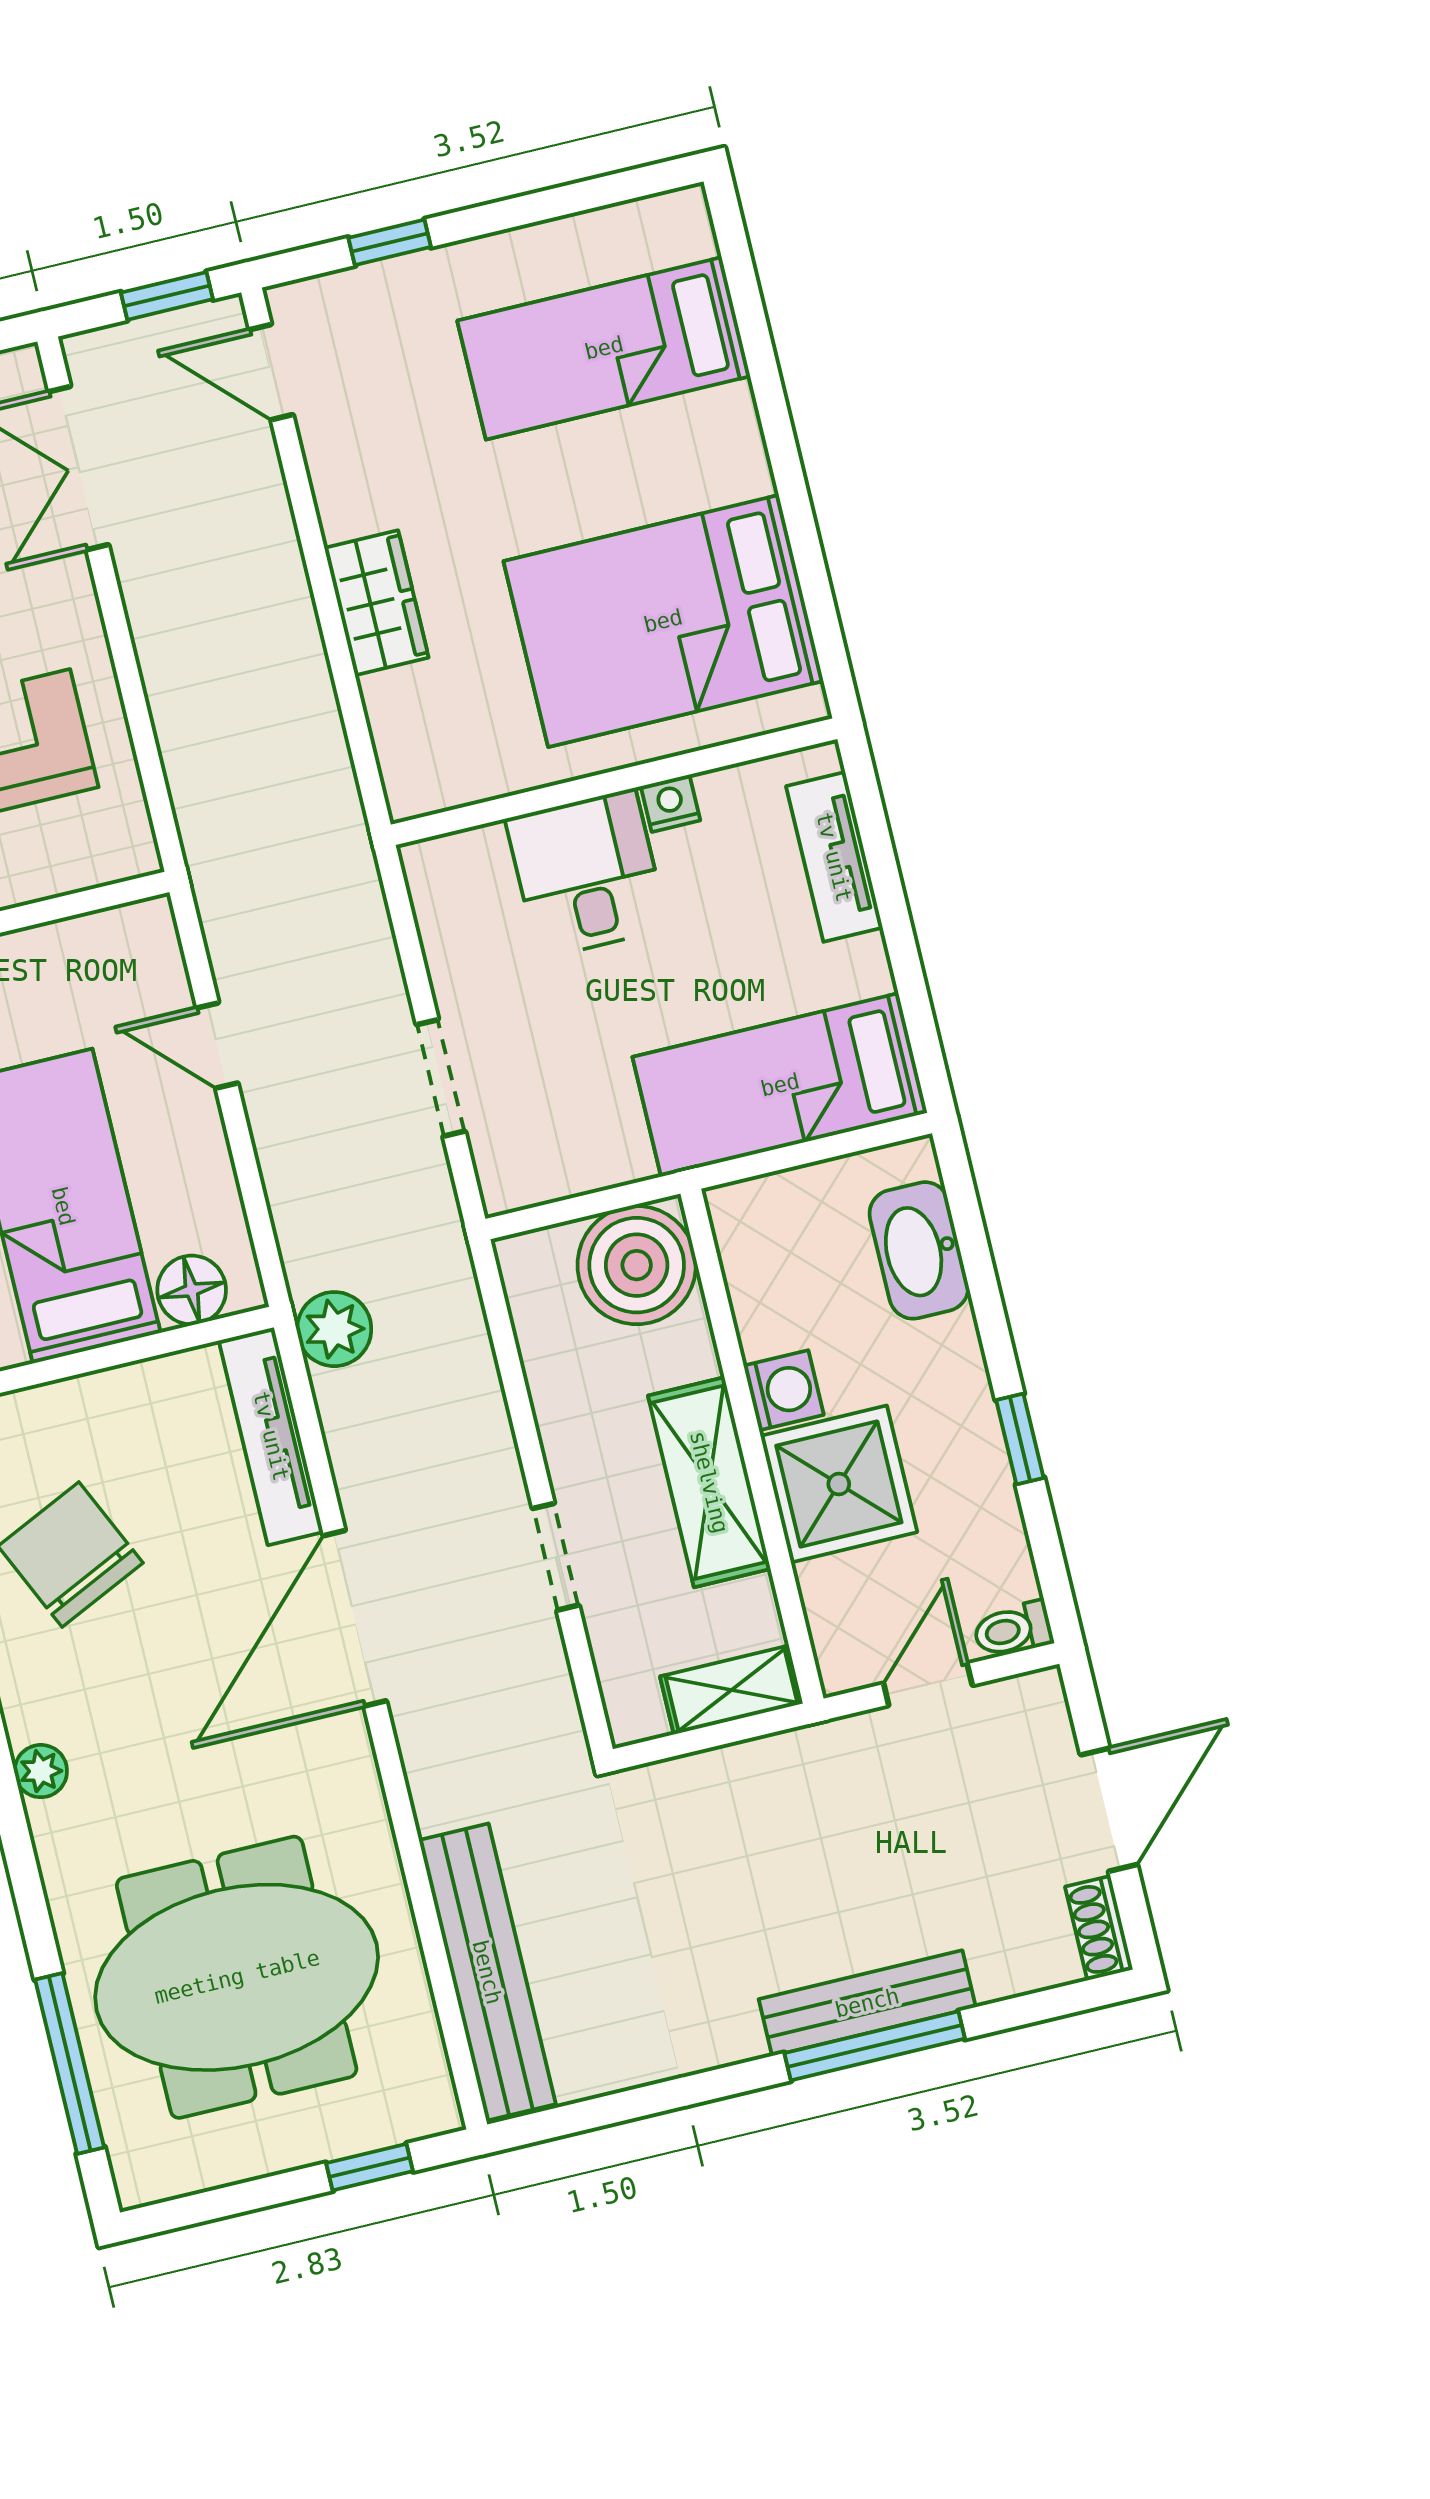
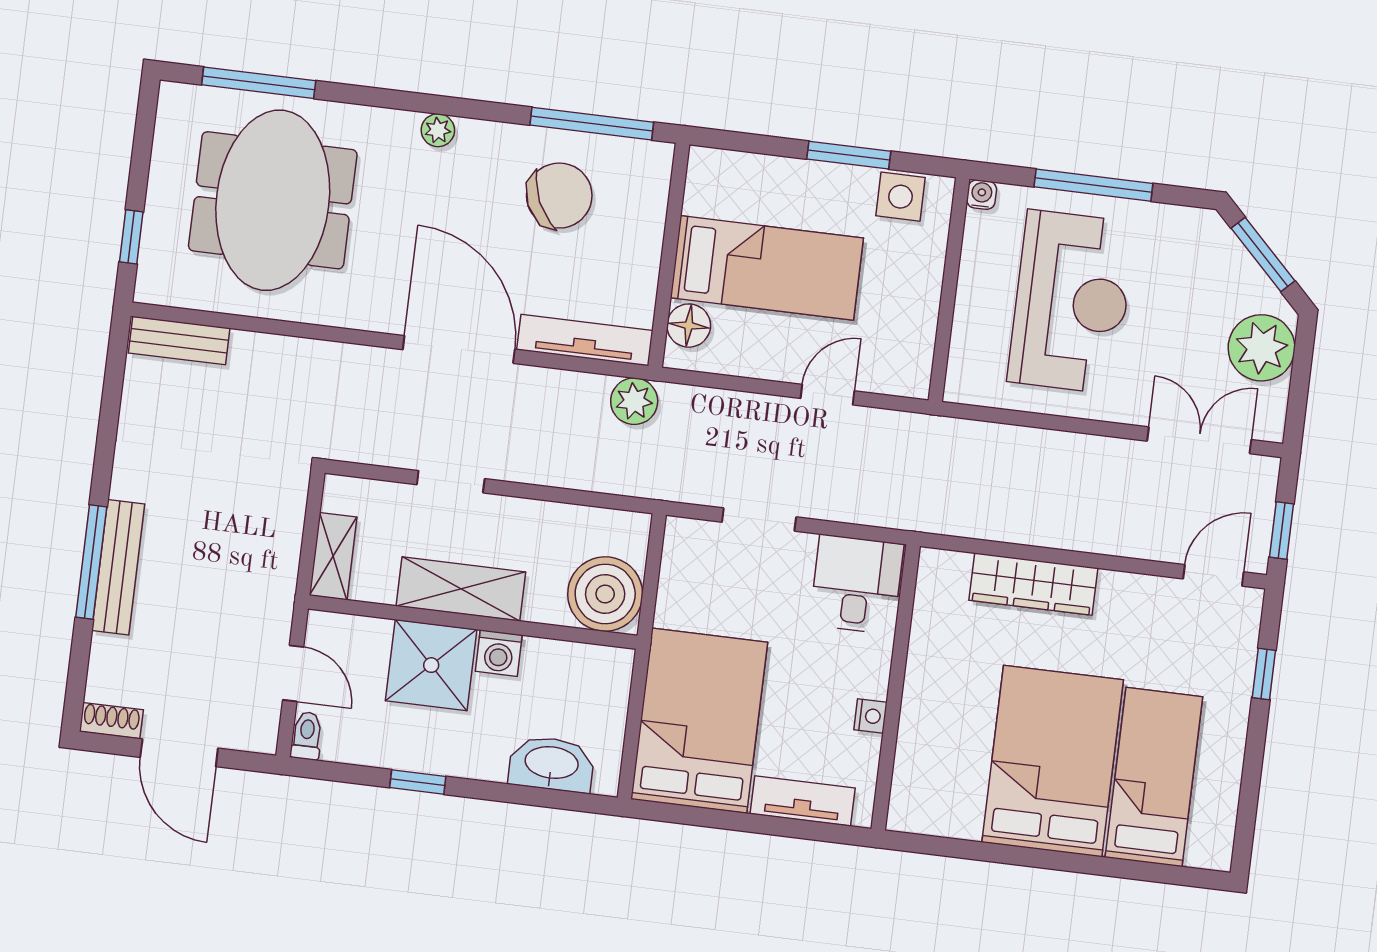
wardrobe: (376, 603) -> (1033, 584), width x1.50
bed: (663, 621) -> (1053, 761), moved
desk: (587, 874) -> (857, 584), moved, turned -90
bed: (780, 1085) -> (699, 721), width x1.50
bench: (487, 1972) -> (179, 341), width x0.54, depth x0.82

